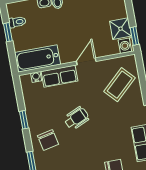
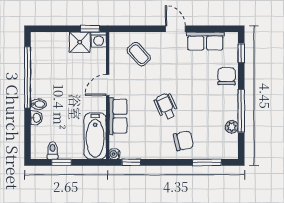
door: (86, 61) -> (108, 85), hinge flipped
water cooler: (36, 77) -> (114, 154), moved
coffee table: (120, 85) -> (139, 54), width x0.73, depth x0.77
window: (24, 120) -> (131, 162), moved

